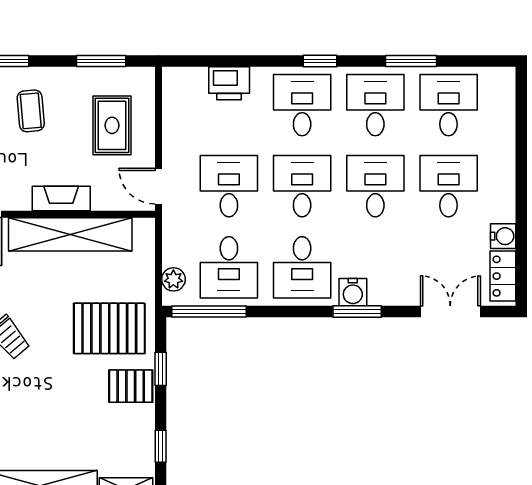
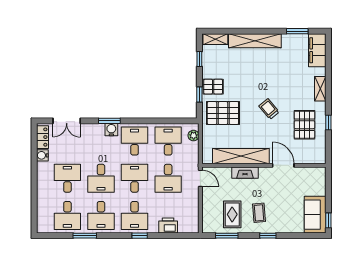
window: (320, 61) -> (140, 236), moved
rug: (112, 125) -> (232, 214), moved
desk: (302, 186) -> (135, 178), turned 180
desk: (449, 186) -> (67, 178), turned 180
window: (209, 311) -> (177, 121), removed

